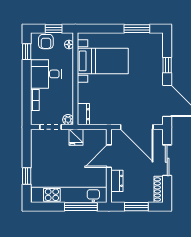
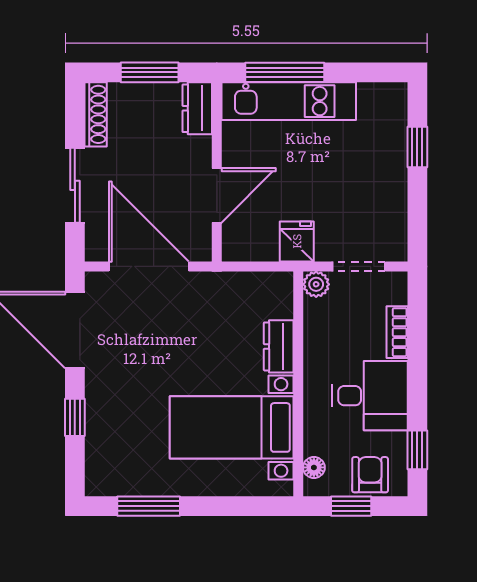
dresser: (83, 114) -> (279, 346), moved
dresser: (117, 181) -> (197, 108), moved
kitchen unit: (69, 195) -> (289, 101), width x0.73

